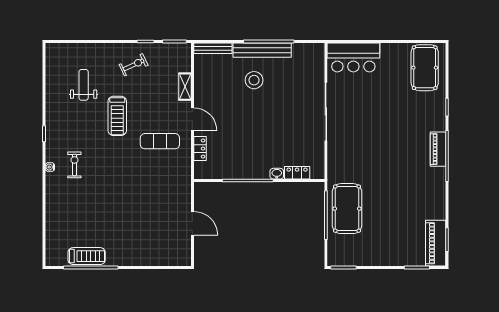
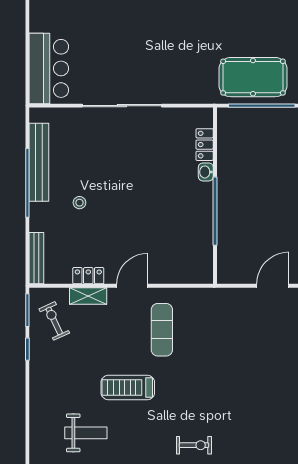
bench: (262, 50) -> (39, 162), moved
exercise bike: (134, 65) -> (54, 321), moved
stool: (254, 80) -> (79, 203), width x0.53, depth x0.53
weight bench: (84, 85) -> (86, 433), turned 180
treadmill: (117, 116) -> (128, 387), turned 180
locker: (200, 149) -> (88, 276), moved
exercise bike: (74, 165) -> (194, 445), turned 180

